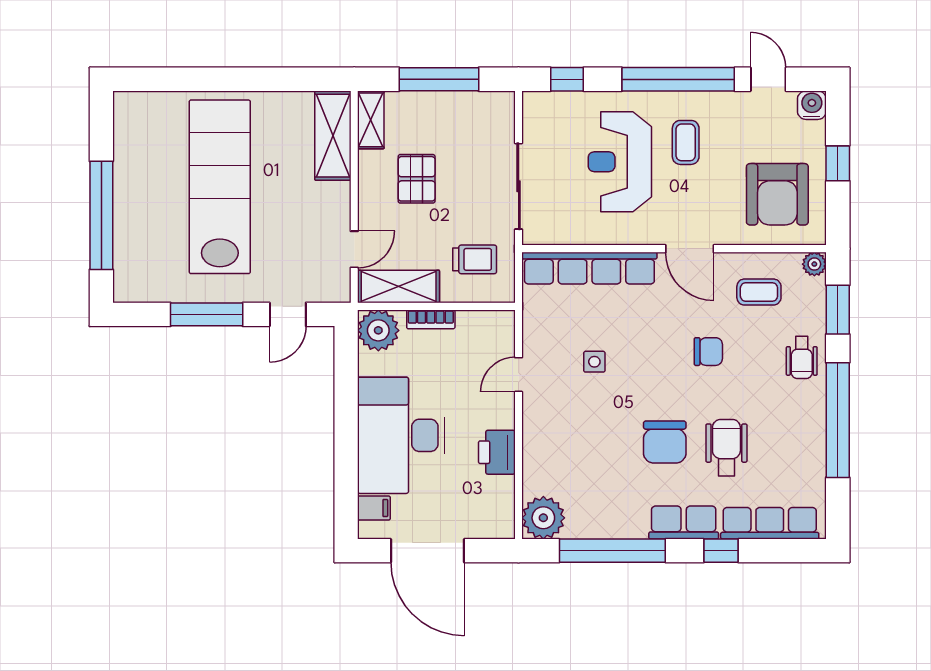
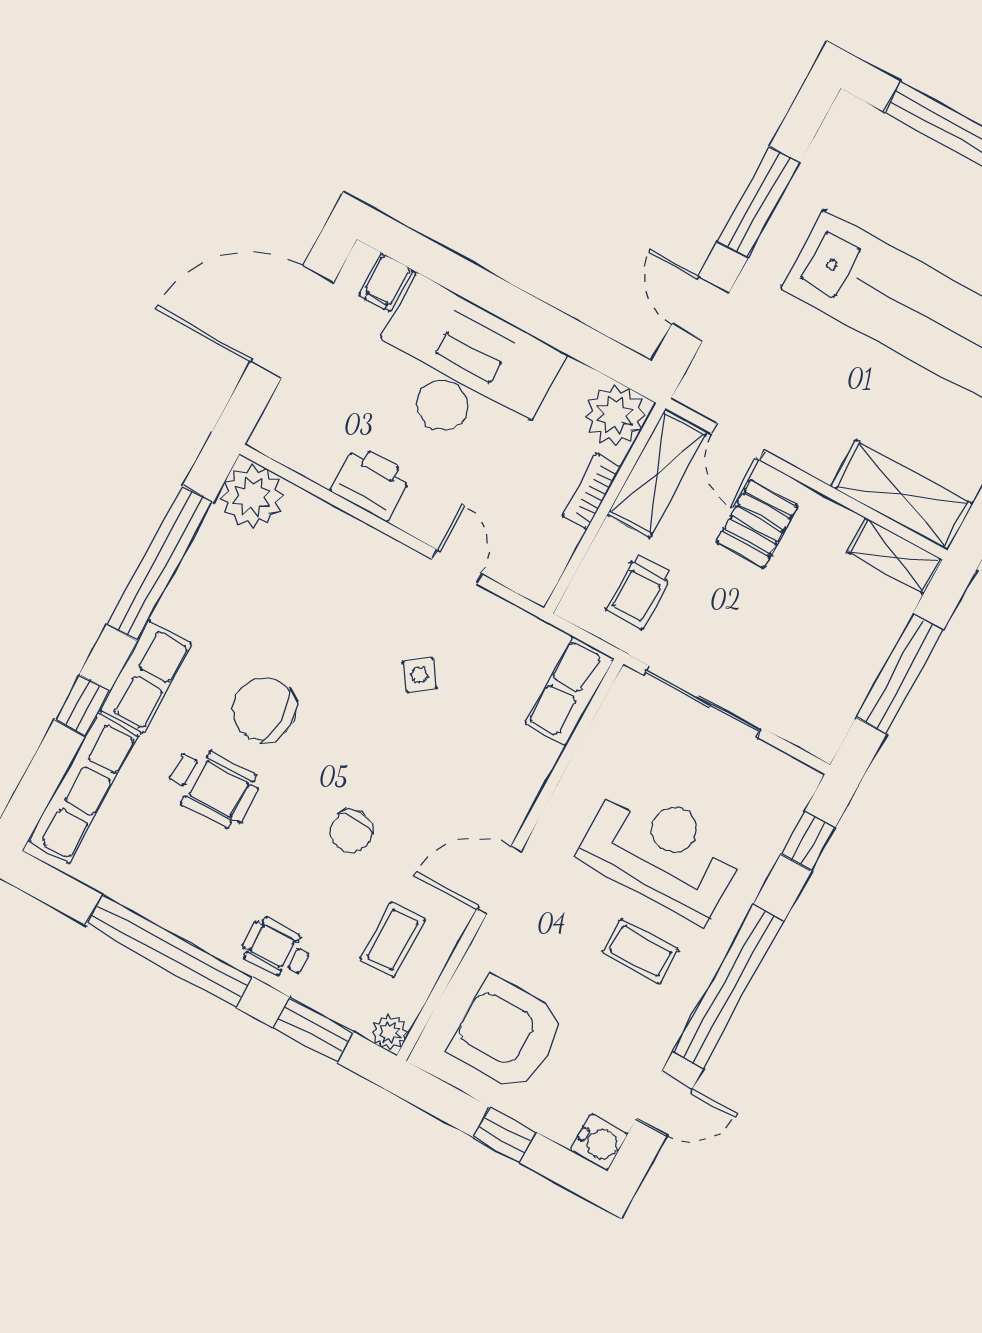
pallet: (417, 179) -> (757, 524), moved, turned 90
row of seats: (589, 268) -> (570, 691), width x0.50
side table: (594, 362) -> (419, 675), turned -36

